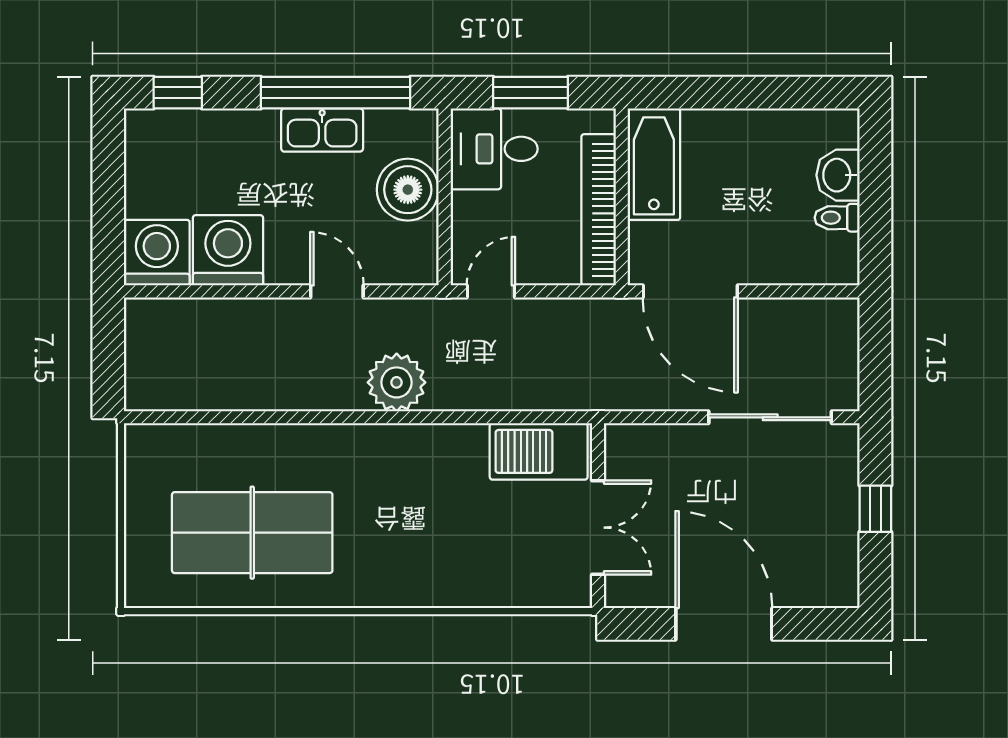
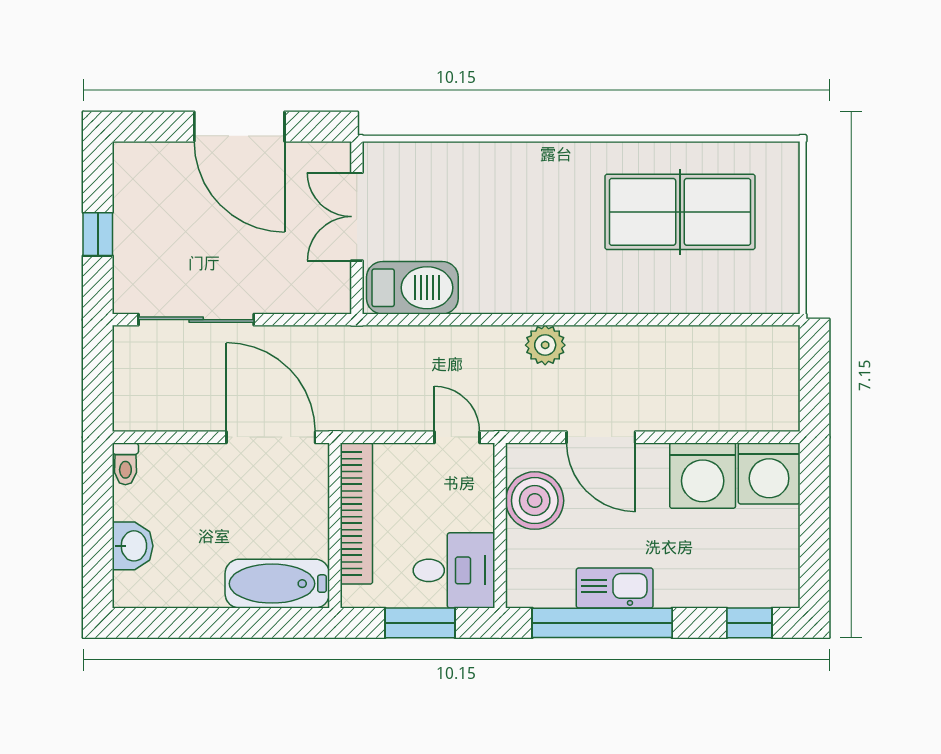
bathtub: (654, 164) -> (277, 584), moved, turned 90
boiler: (408, 190) -> (535, 501), moved
toilet: (837, 218) -> (125, 464), moved, turned 90
door: (337, 291) -> (601, 437), width x1.38
door: (491, 291) -> (457, 437), swing flipped
plant: (397, 382) -> (545, 345), width x0.73, depth x0.73

